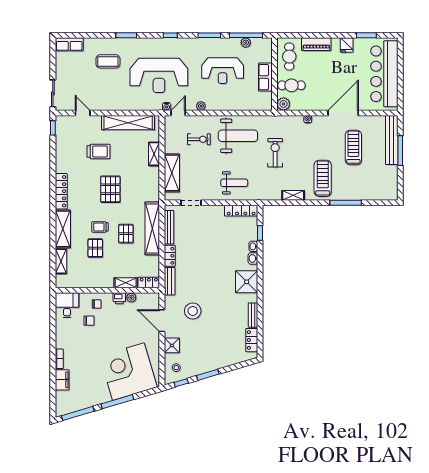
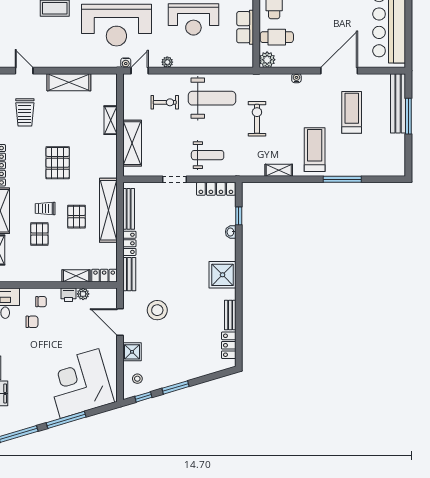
shelving: (128, 123) -> (69, 82), width x0.68
trolley: (98, 151) -> (25, 112), moved, turned 90
doorway: (191, 203) -> (175, 179), moved
washbasin: (253, 258) -> (230, 247), removed

